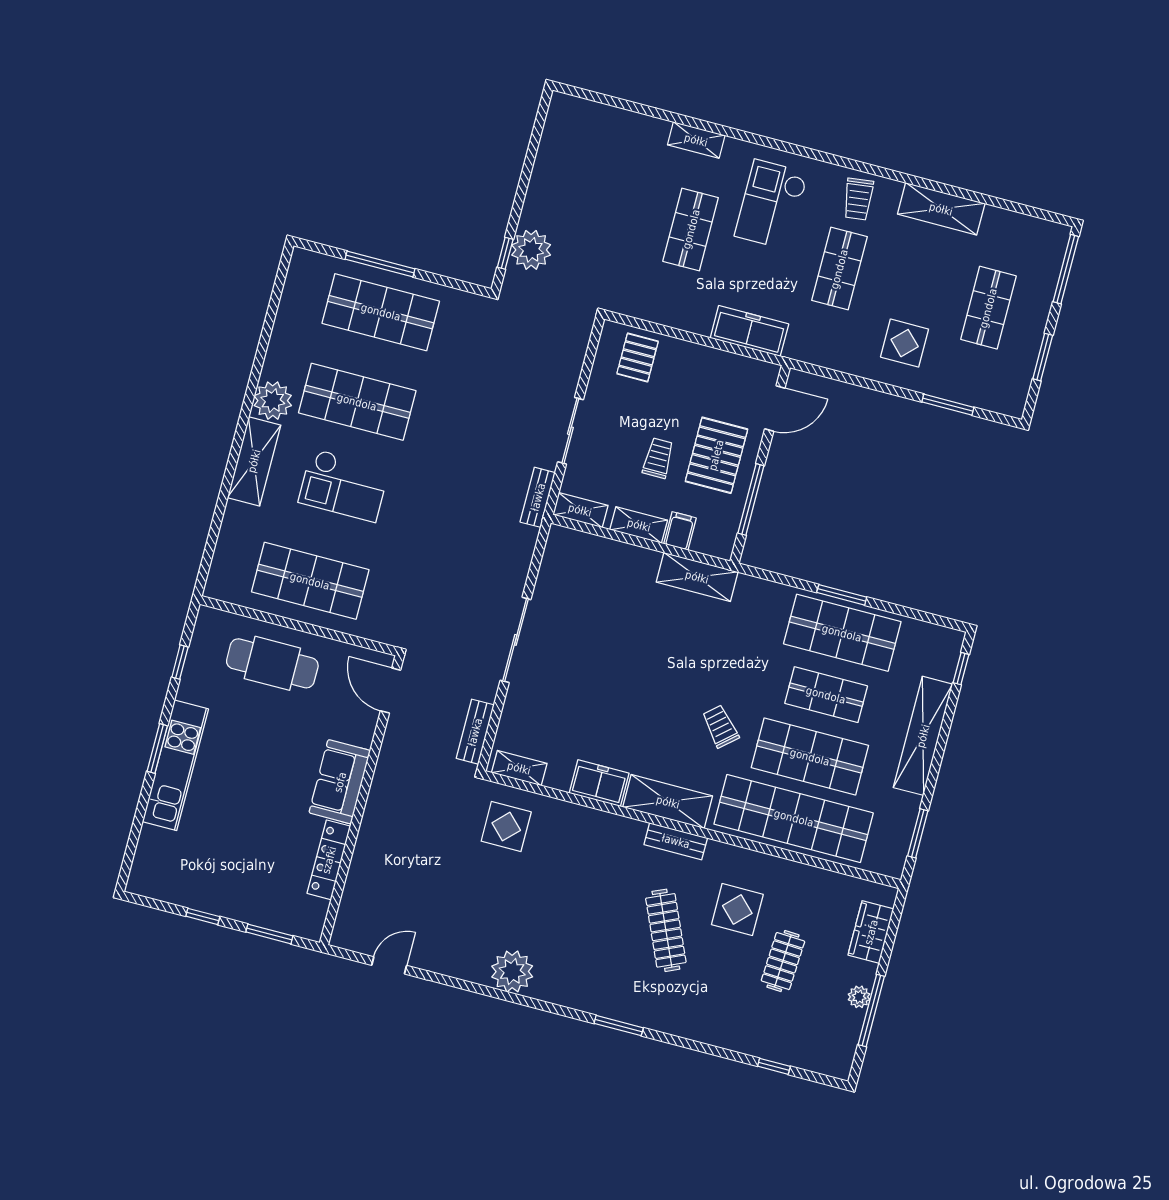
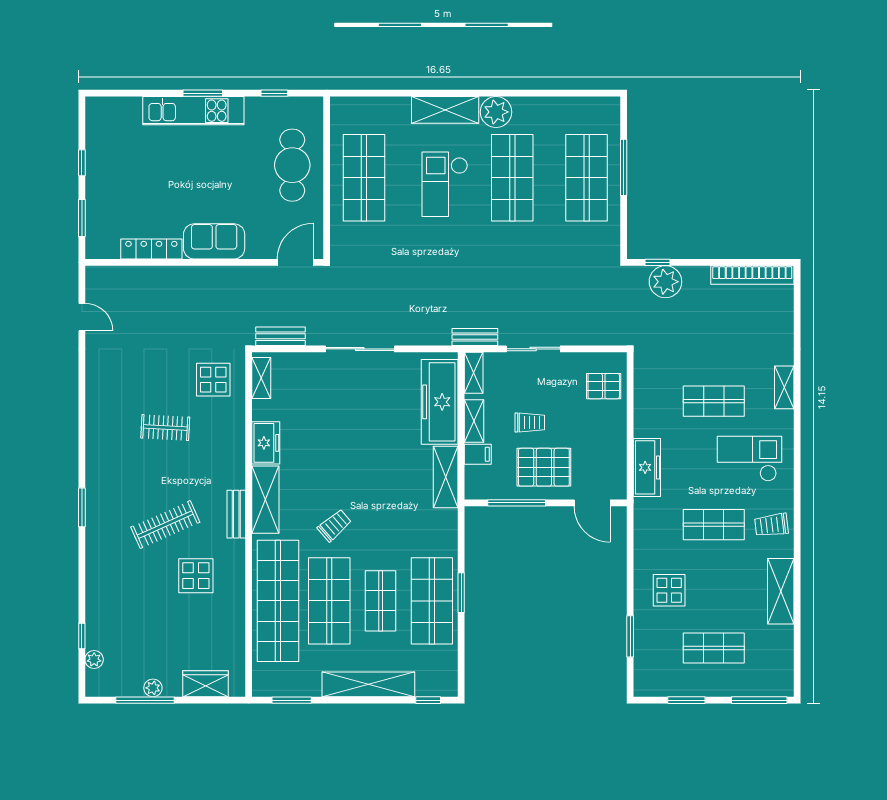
bookcase: (551, 143) -> (752, 275), added
freezer: (605, 560) -> (440, 402), added
clothes rail: (783, 961) -> (165, 428), moved
plant: (512, 971) -> (94, 660), moved, width x0.53, depth x0.53

